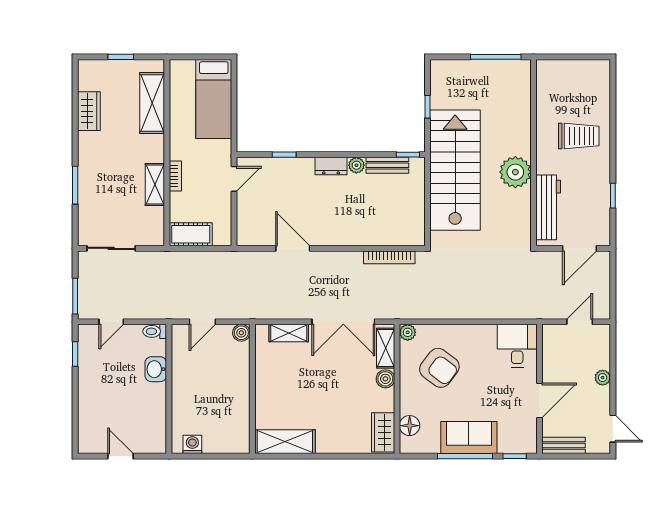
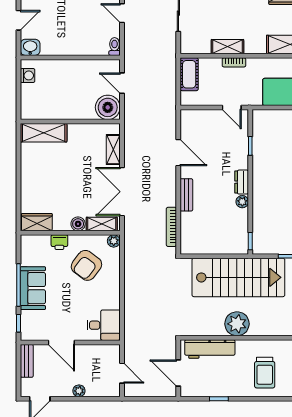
bench: (387, 165) -> (186, 195), moved
door: (293, 248) -> (178, 153), hinge flipped
boiler: (241, 333) -> (108, 107), width x1.86, depth x1.86
washbasin: (156, 369) -> (30, 47), moved
printer: (409, 403) -> (59, 242), added
floor lamp: (410, 426) -> (42, 242), removed
shelving: (285, 442) -> (44, 133), moved, turned 90

